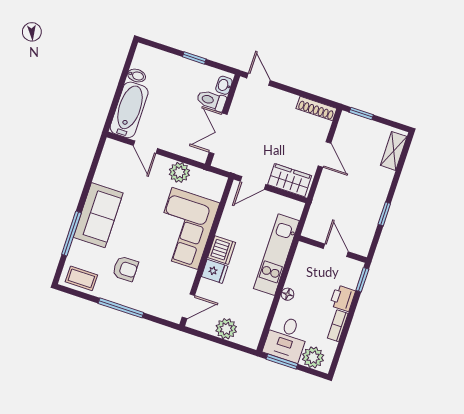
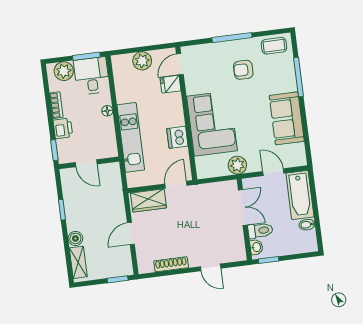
washbasin: (224, 85) -> (256, 247), moved
toilet: (211, 100) -> (260, 231), moved
shoe rack: (316, 108) -> (171, 264), moved
wall: (223, 120) -> (244, 219), moved
double door: (218, 133) -> (243, 207), moved
door: (324, 155) -> (131, 233), hinge flipped
boiler: (385, 177) -> (75, 238), added
sofa: (98, 215) -> (287, 118), moved
dishwasher: (222, 250) -> (177, 137), moved
fridge: (215, 271) -> (171, 84), moved

